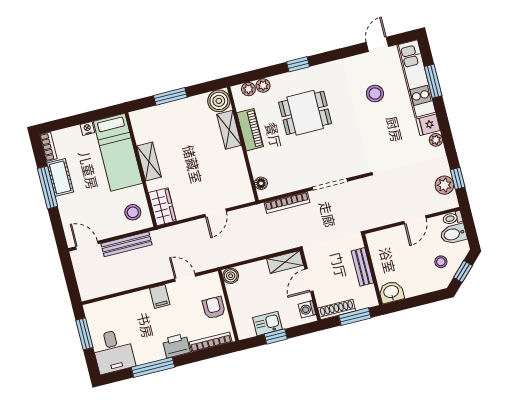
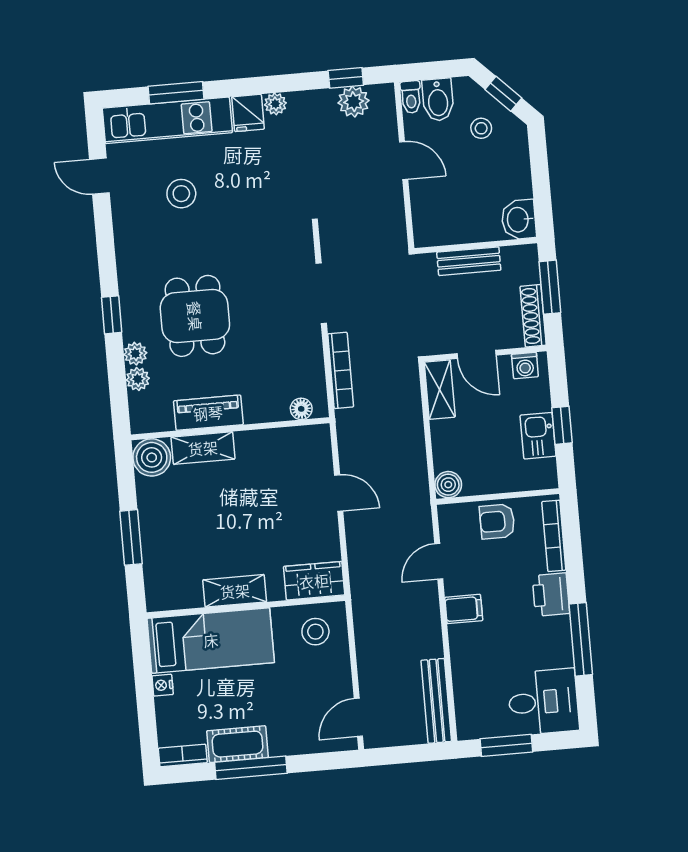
plant: (248, 89) -> (135, 354), moved
bench: (127, 244) -> (436, 701), moved

